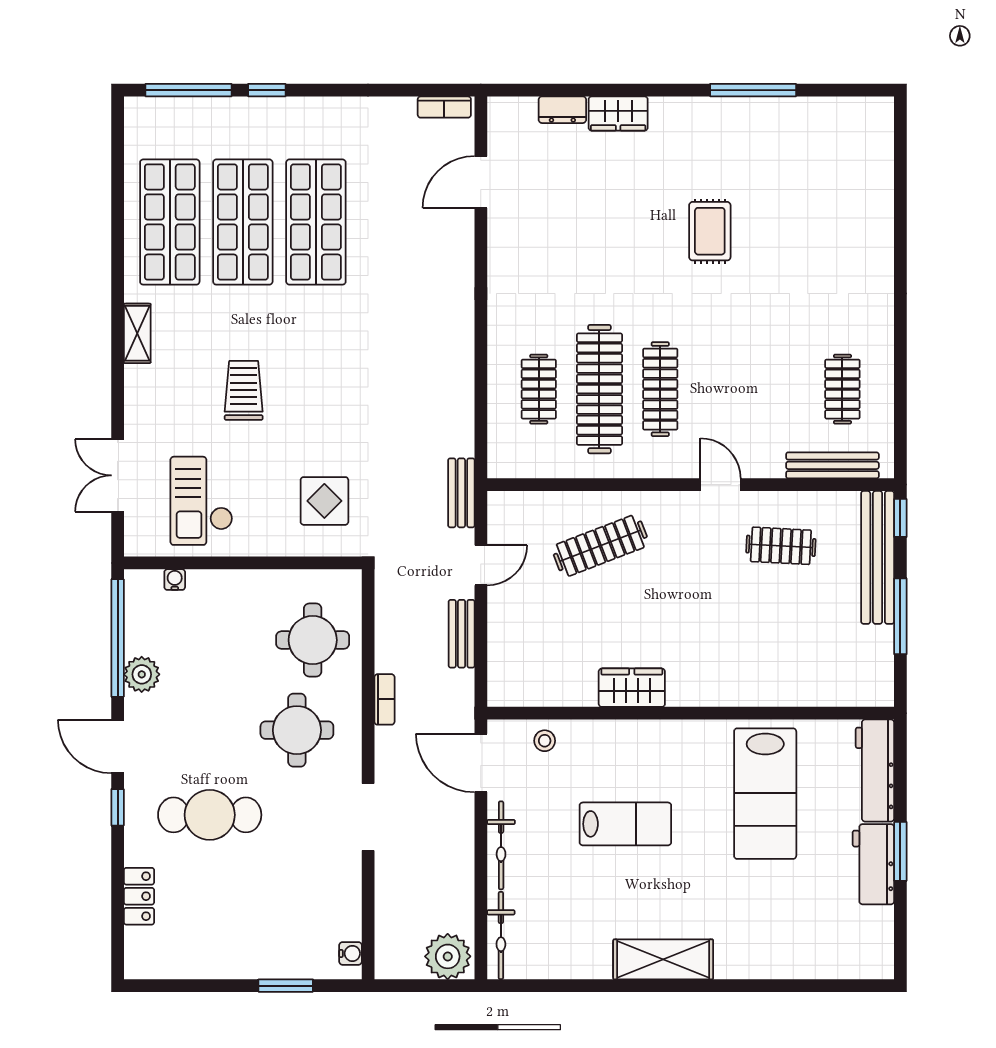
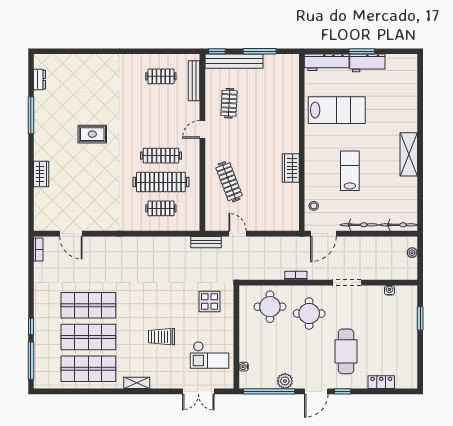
dresser: (562, 110) -> (40, 80), moved
bench: (462, 634) -> (267, 242), removed
water cooler: (351, 953) -> (389, 290), moved
plant: (448, 956) -> (412, 253), width x0.53, depth x0.53

